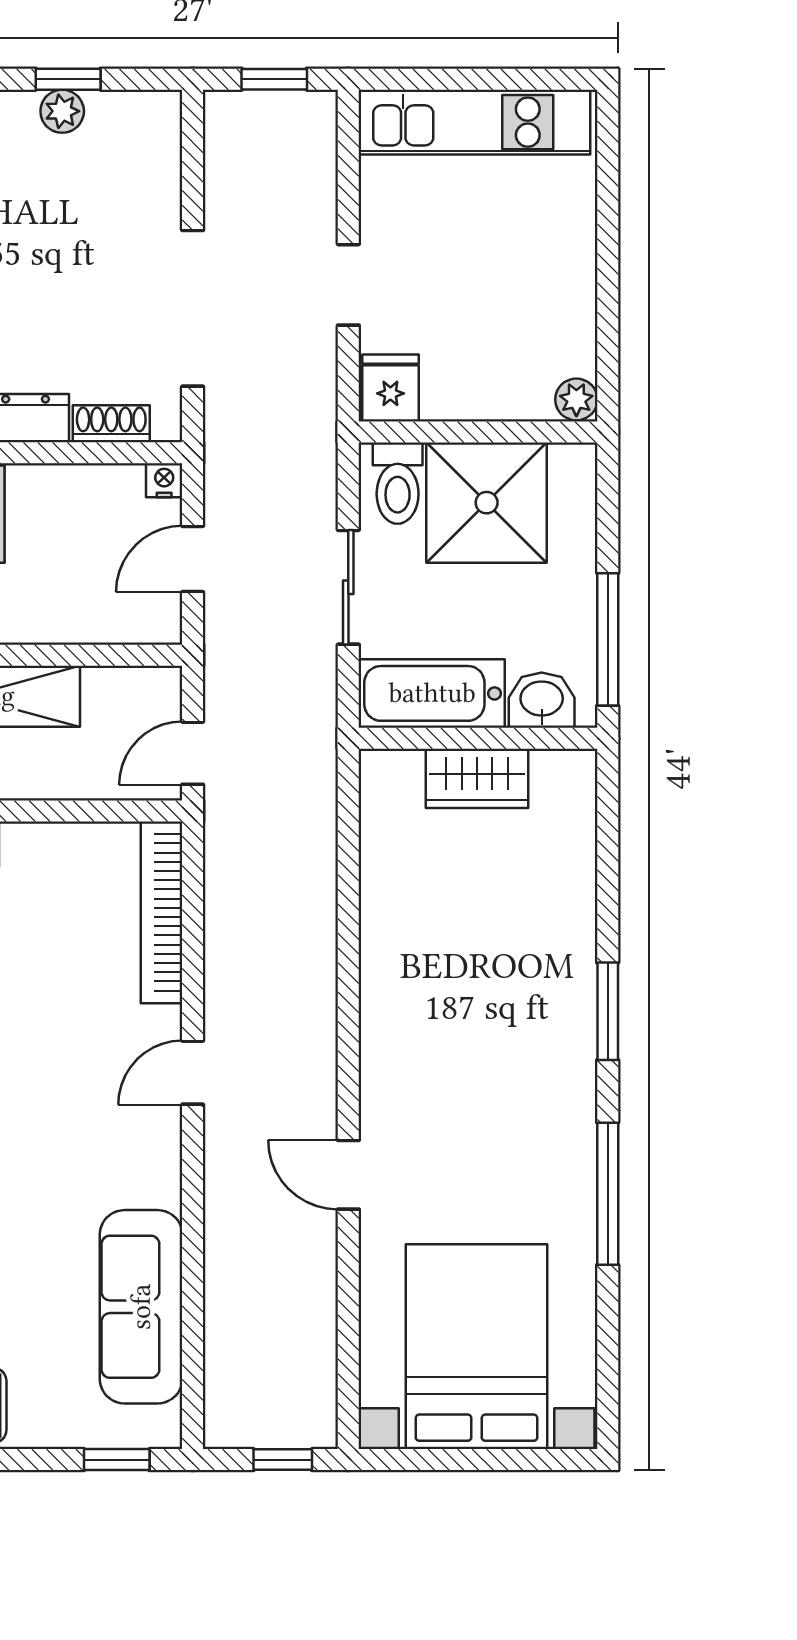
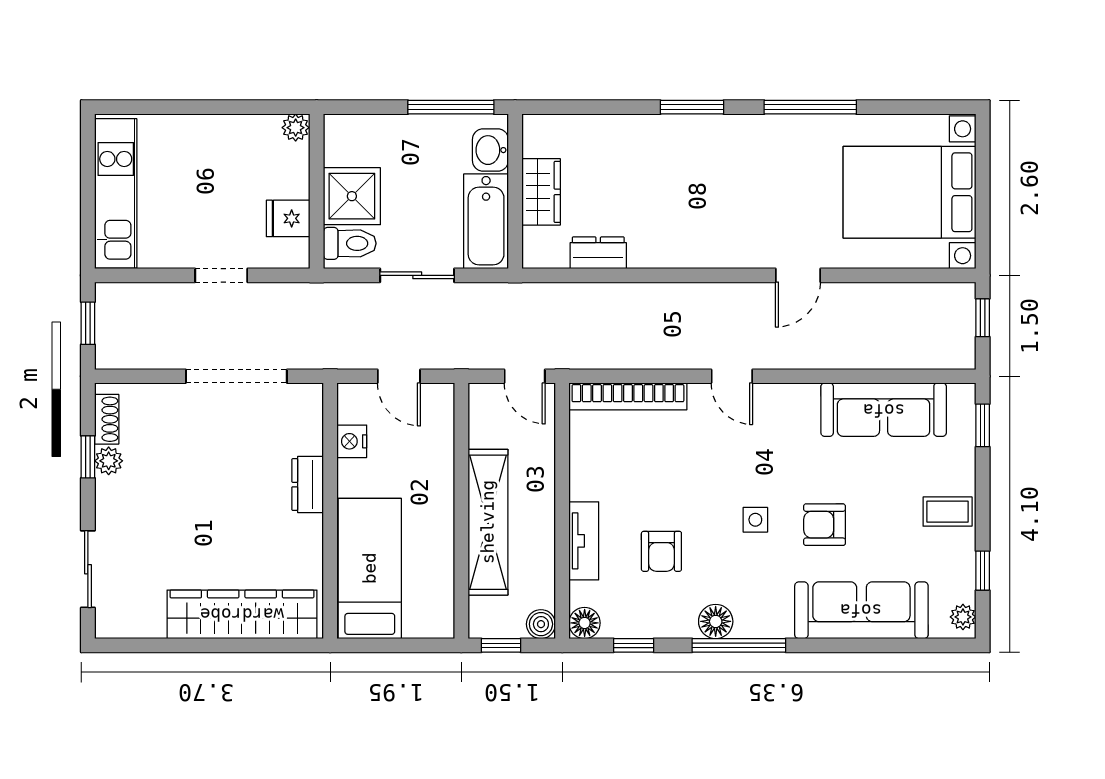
fridge: (390, 388) -> (288, 218), moved
shoe rack: (111, 424) -> (107, 419), moved, turned 180
nightstand: (164, 480) -> (352, 441), moved, width x1.39, depth x1.35
shower: (487, 503) -> (352, 196), width x0.73, depth x0.73
dresser: (383, 867) -> (598, 253), added

